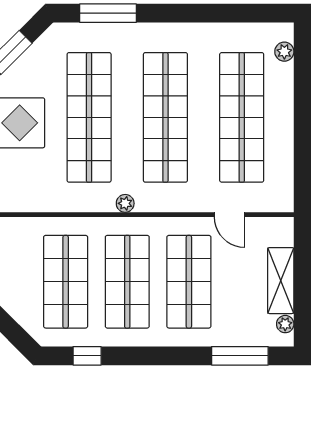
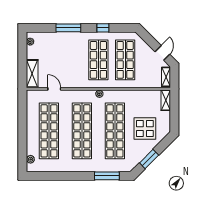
shelving: (281, 281) -> (32, 74), moved
shop shelf: (189, 282) -> (72, 60), removed
window: (87, 356) -> (103, 28), moved
window: (240, 356) -> (68, 28), moved

